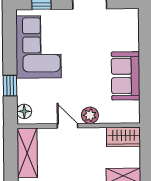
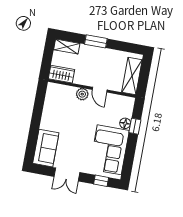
sofa: (126, 76) -> (46, 148), moved
floor lamp: (24, 111) -> (125, 123), moved

